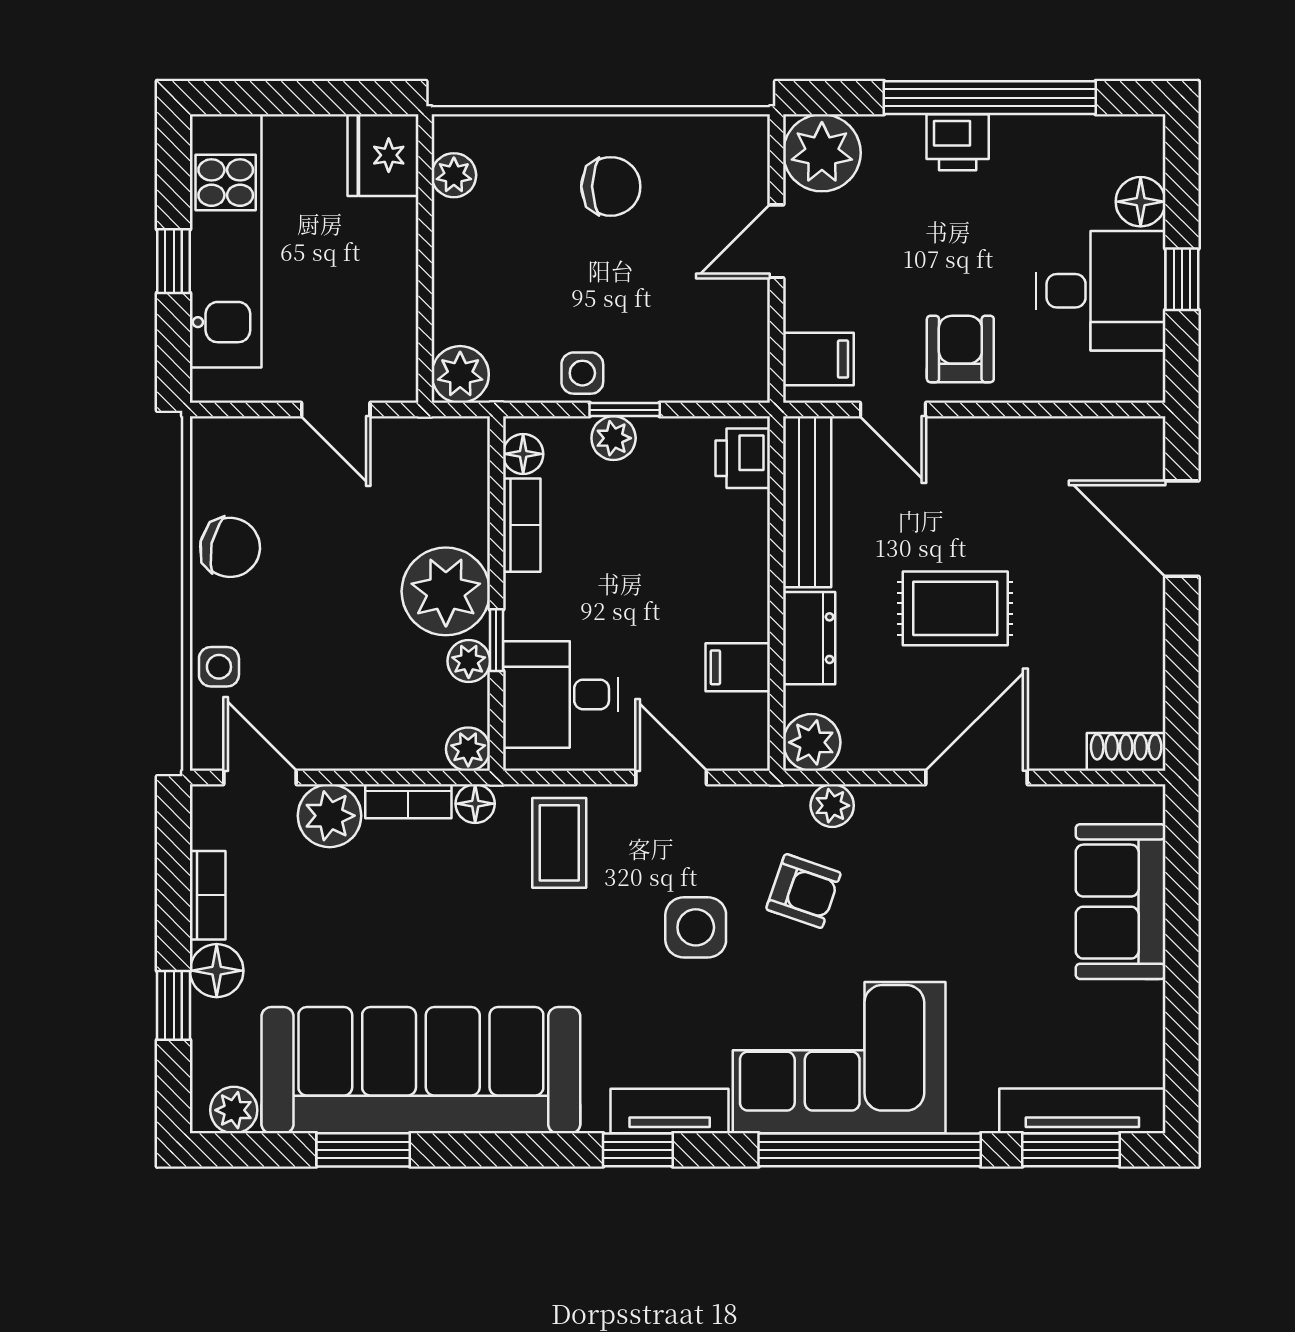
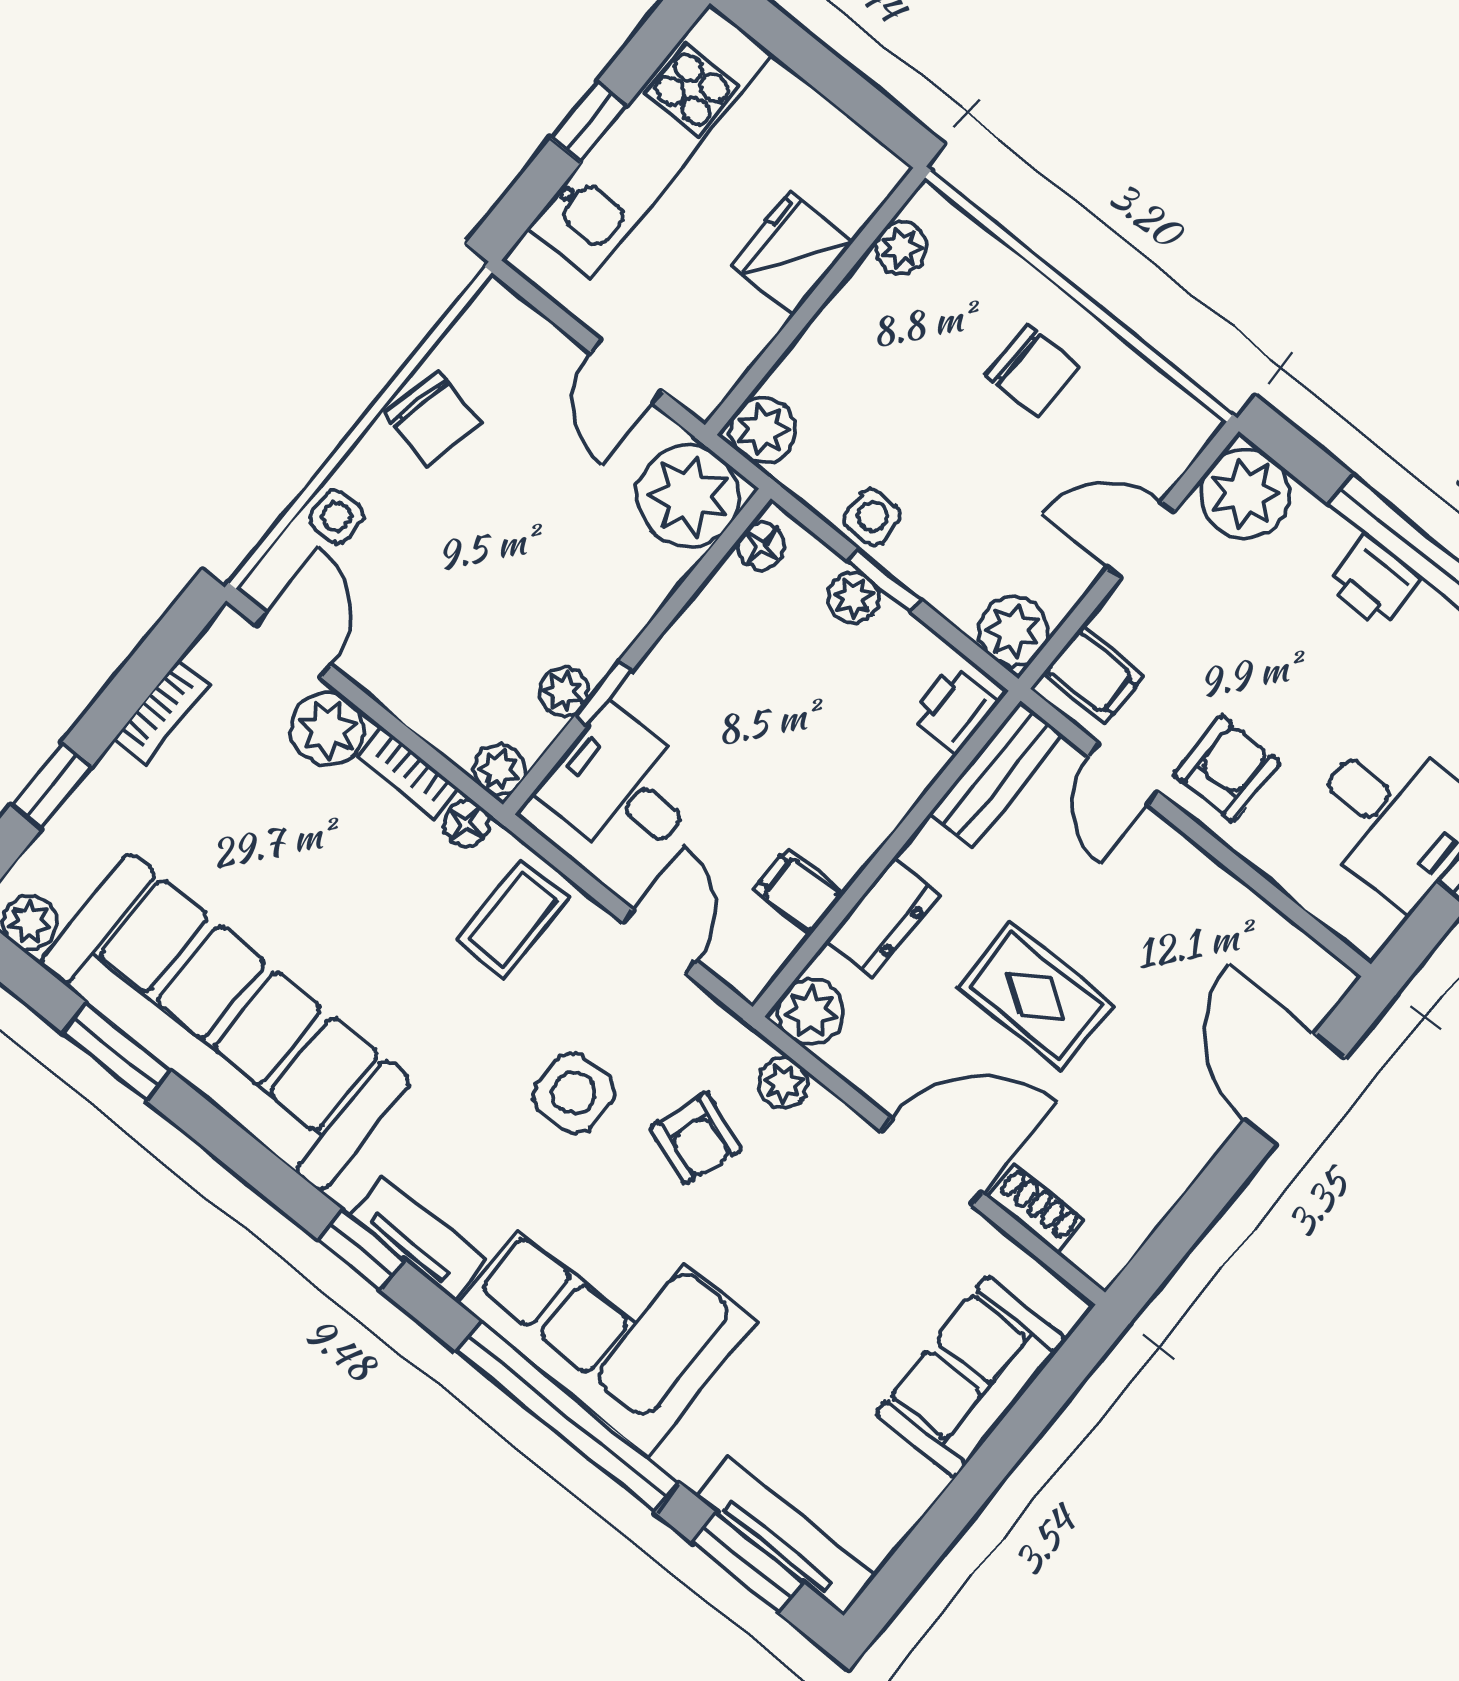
fridge: (383, 155) -> (792, 253), moved
plant: (740, 373) -> (1013, 631), added
bench: (807, 502) -> (997, 774), width x0.73
bookcase: (522, 525) -> (709, 609), removed
plant: (446, 591) -> (688, 496), moved
shoe rack: (1126, 752) -> (1036, 1208), moved
floor lamp: (217, 971) -> (115, 786), removed

